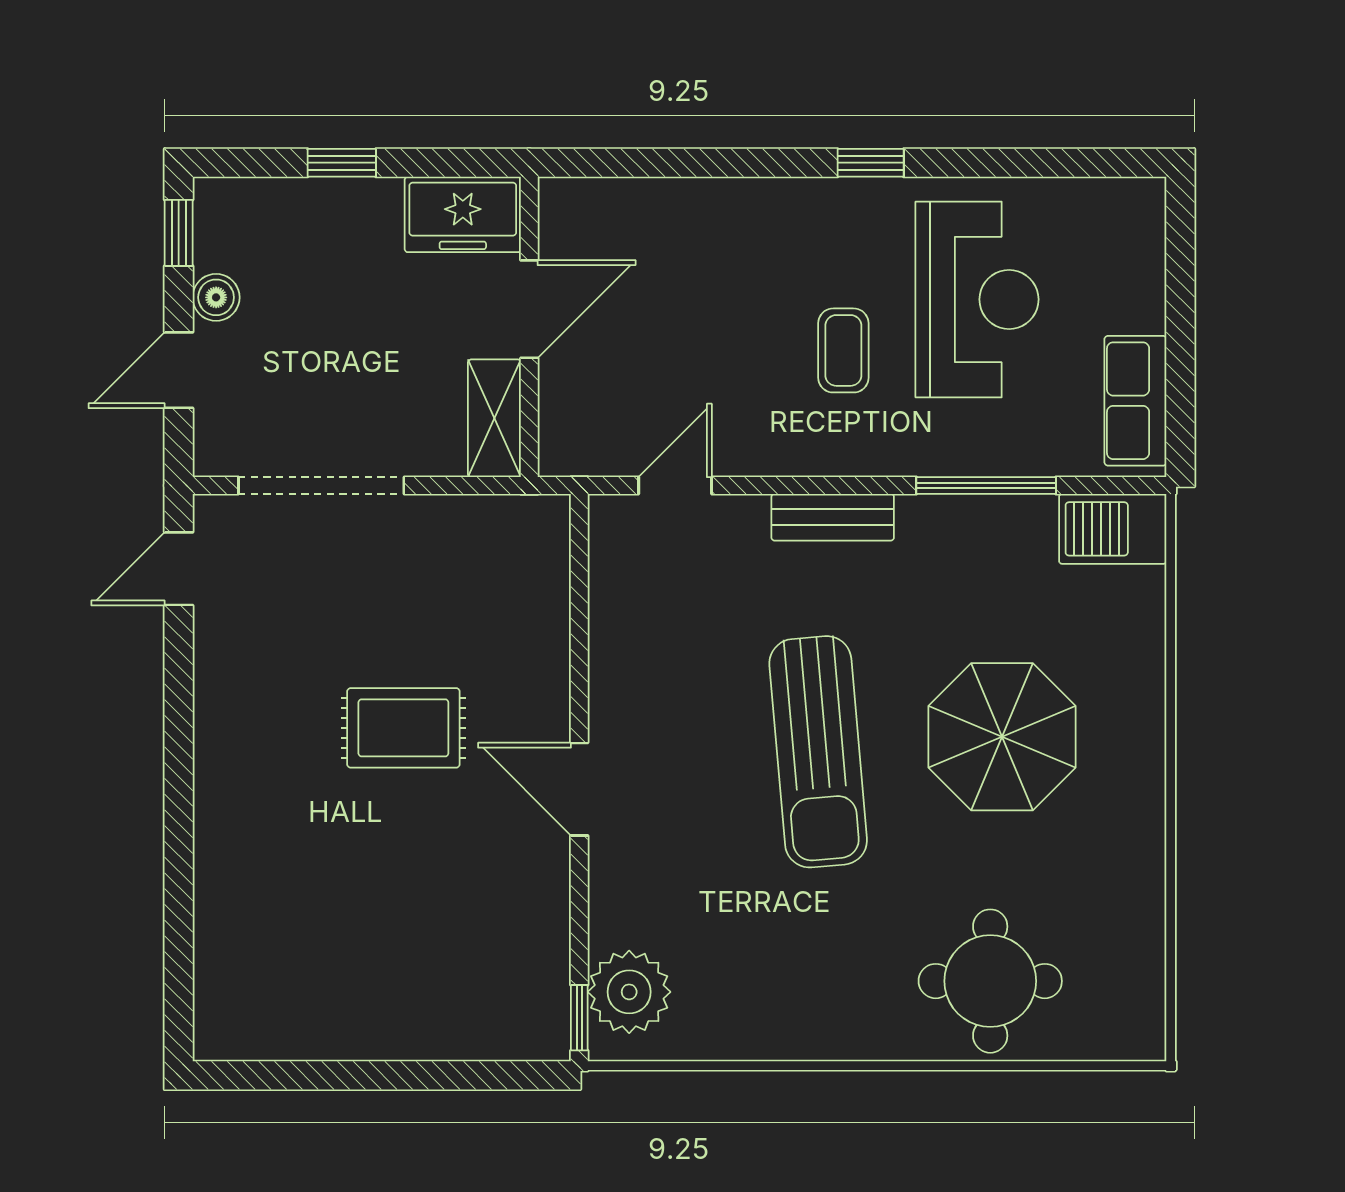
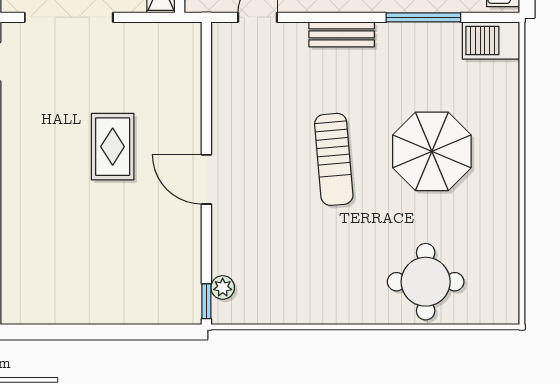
rug: (403, 728) -> (113, 147), turned 90
sun lounger: (818, 752) -> (334, 159), width x0.73, depth x0.75
plant: (629, 992) -> (223, 287), width x0.53, depth x0.53

